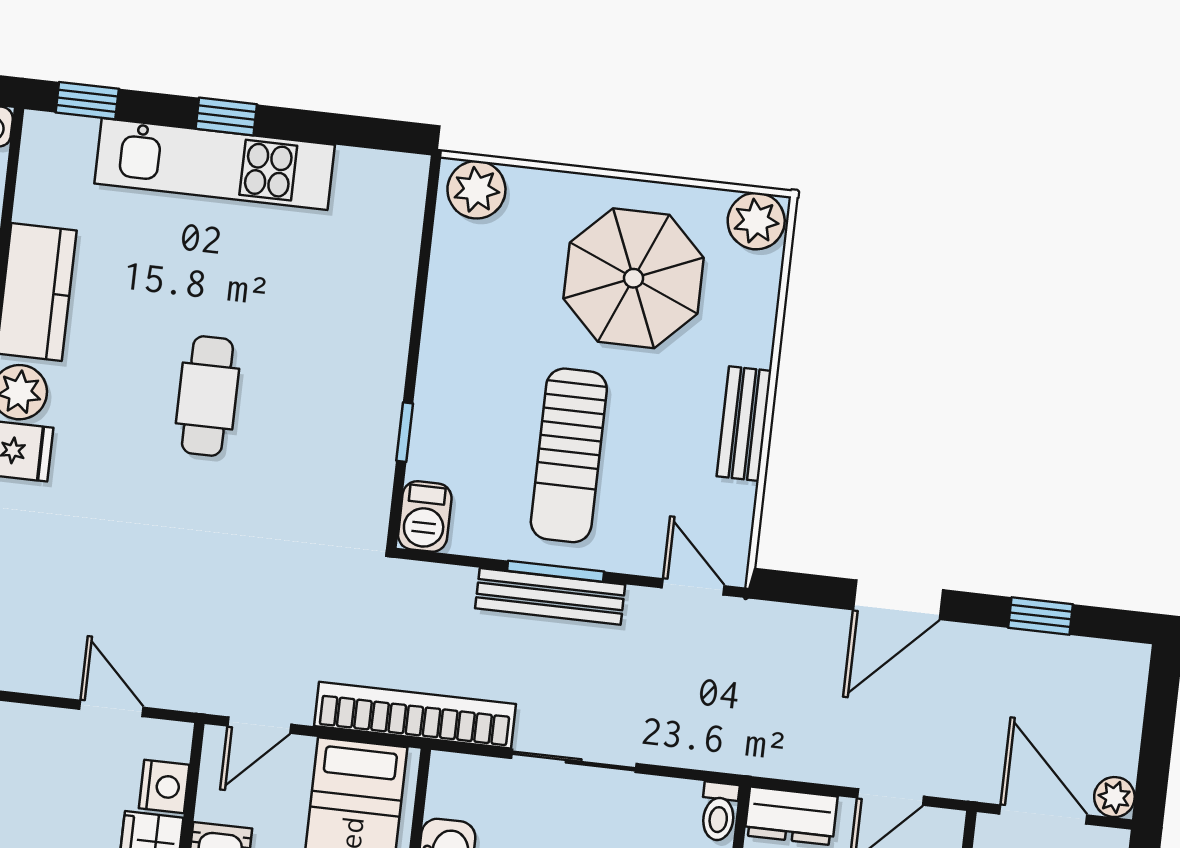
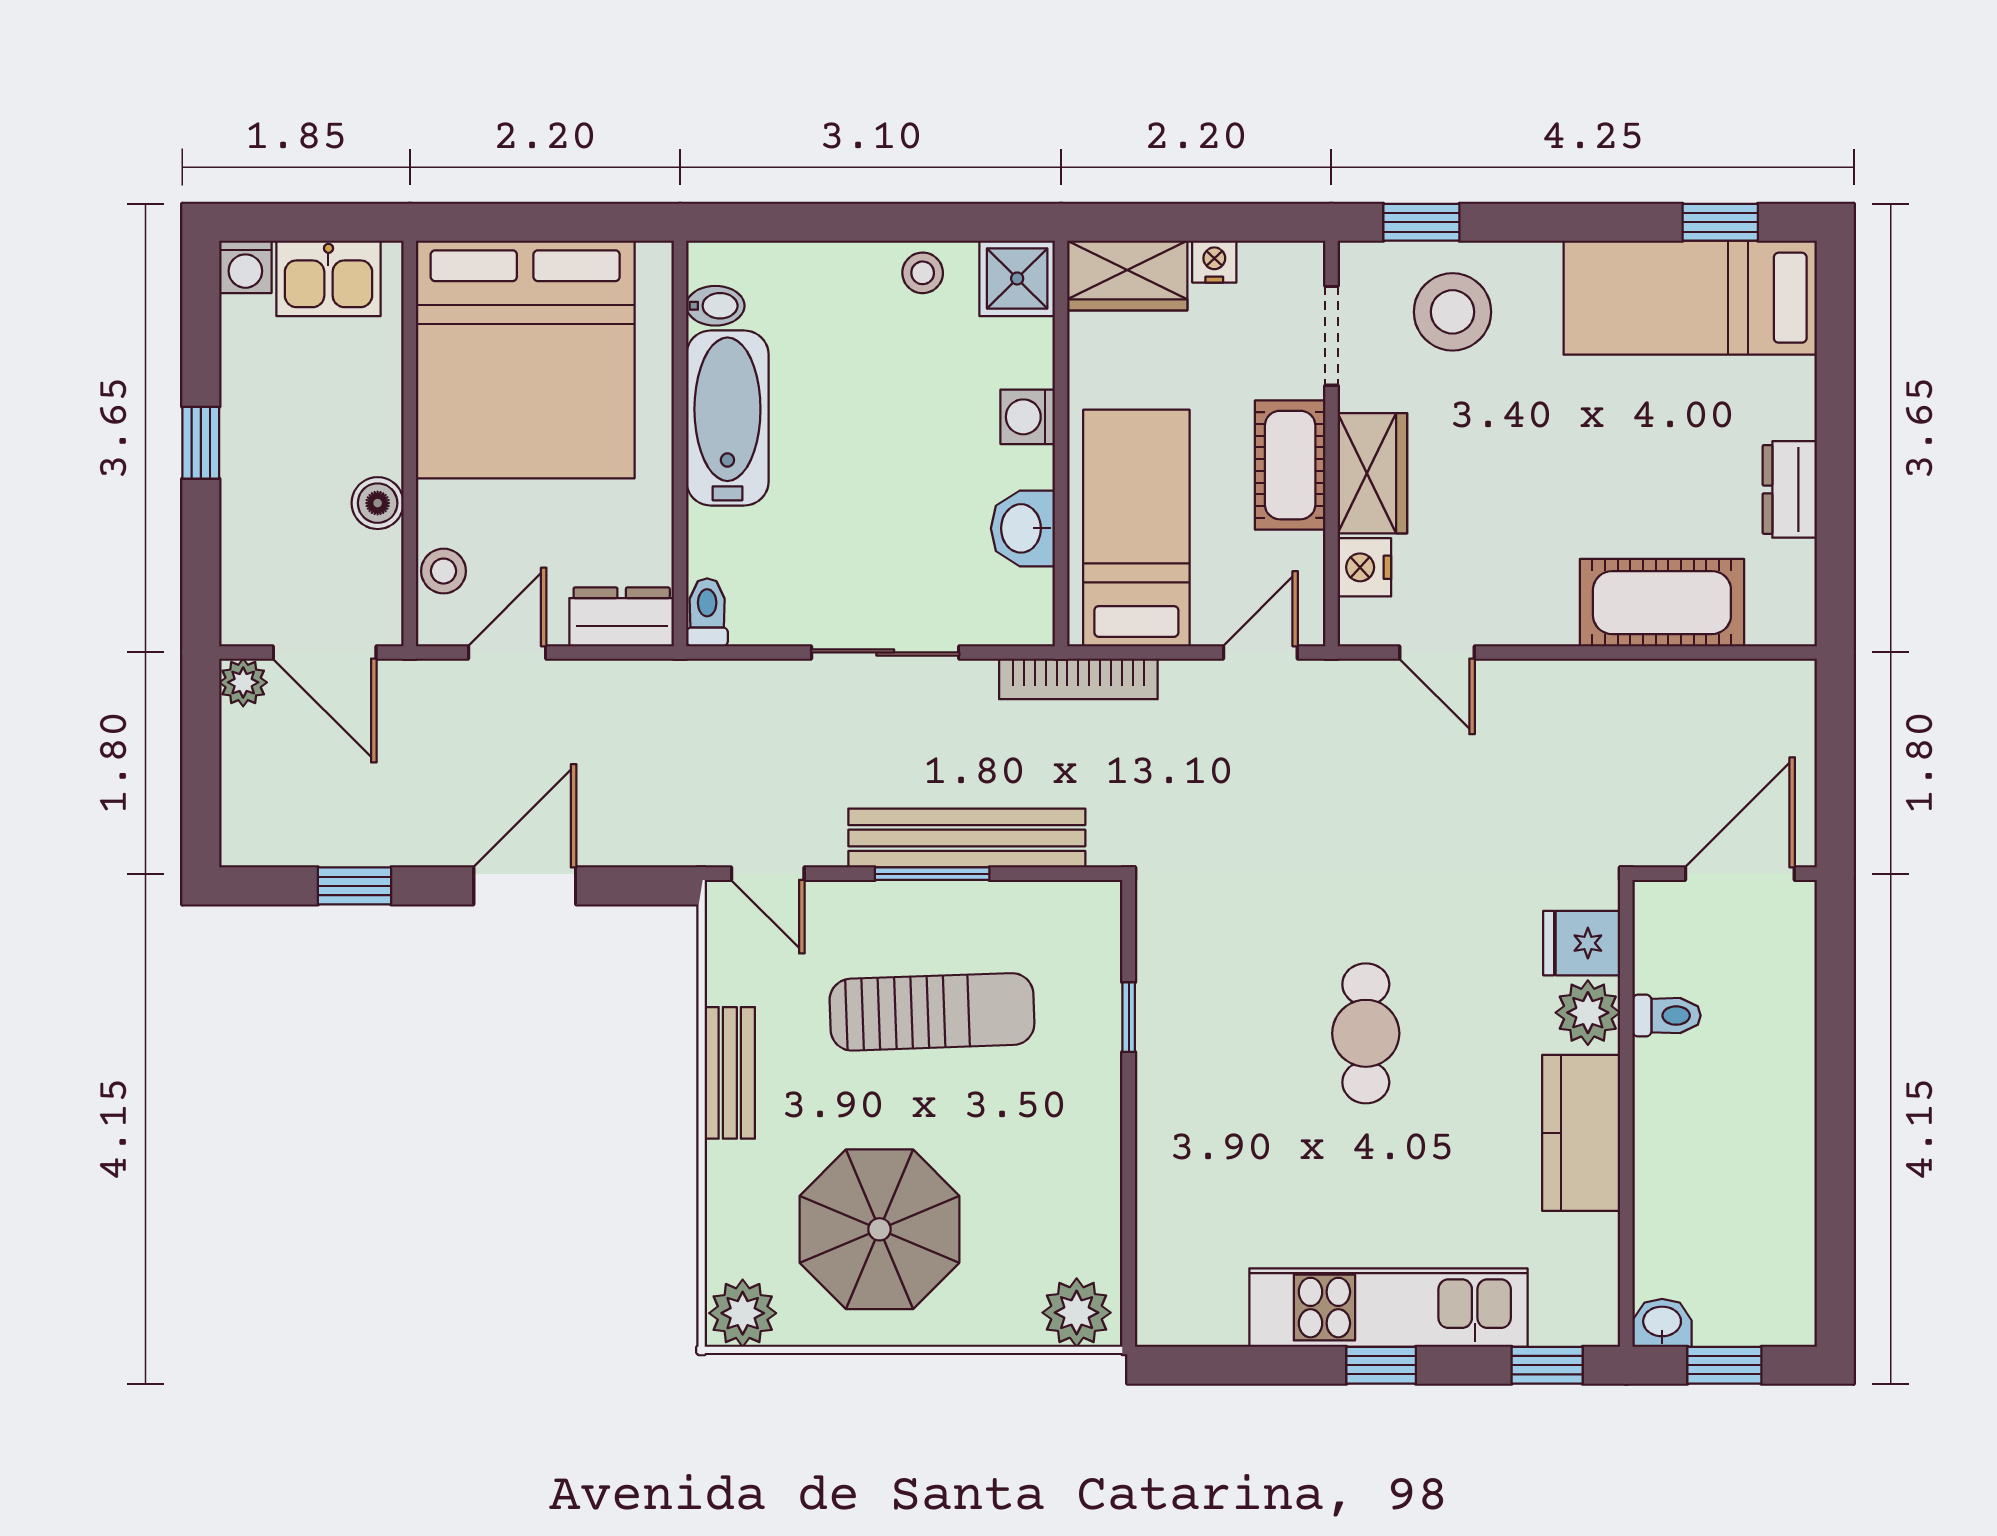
sun lounger: (569, 455) -> (932, 1012), turned 88
barbecue: (425, 516) -> (1094, 921), removed
bench: (550, 596) -> (967, 838), width x1.37, depth x1.21
bookcase: (415, 715) -> (1078, 679), width x0.68, depth x0.76

